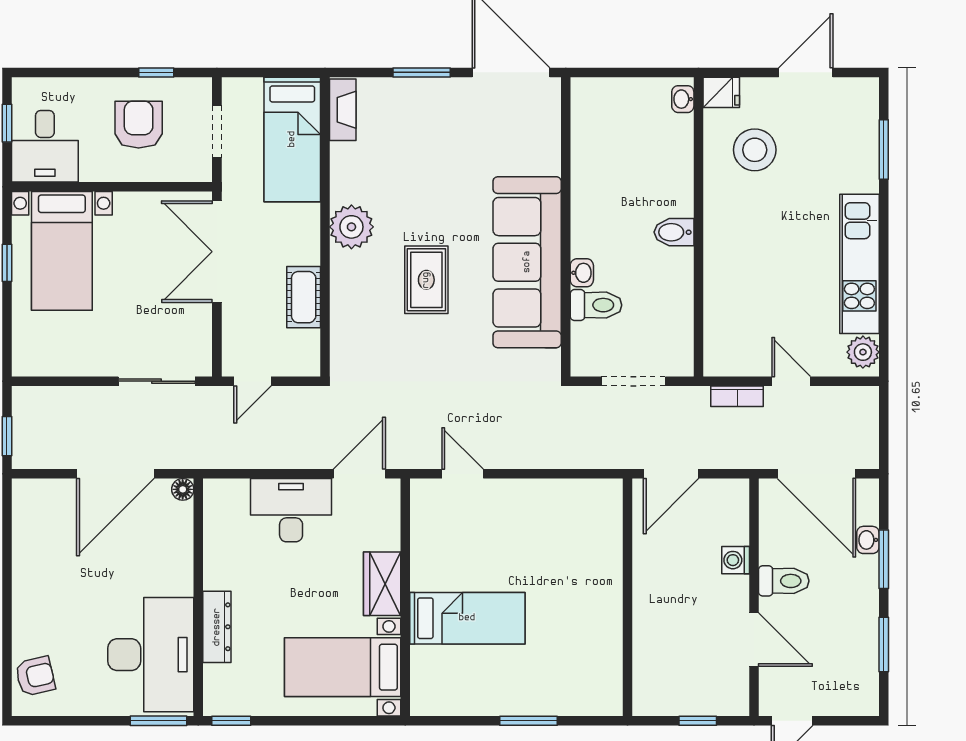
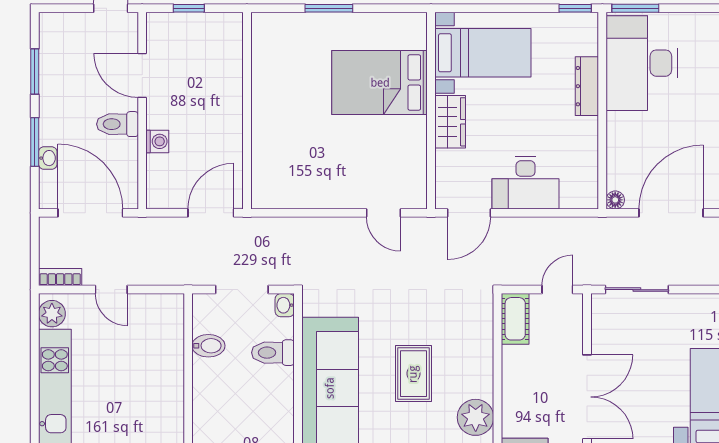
bidet: (674, 232) -> (208, 346), moved
washbasin: (582, 273) -> (285, 305), moved
cot: (304, 297) -> (515, 319), moved
bookcase: (737, 396) -> (60, 277), moved
bed: (467, 618) -> (380, 83), width x1.50

